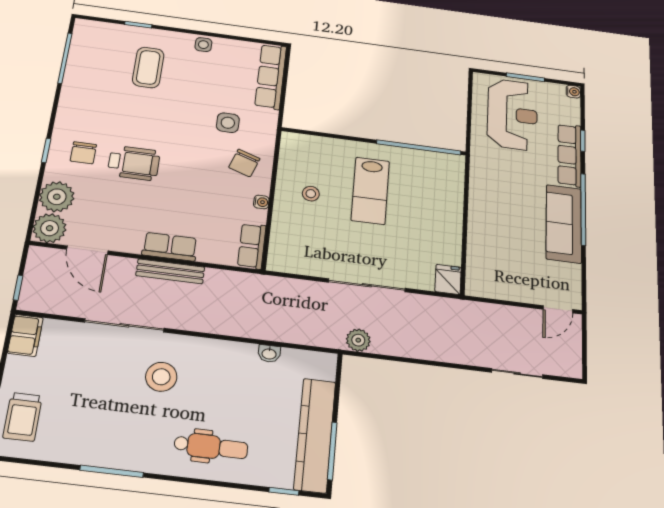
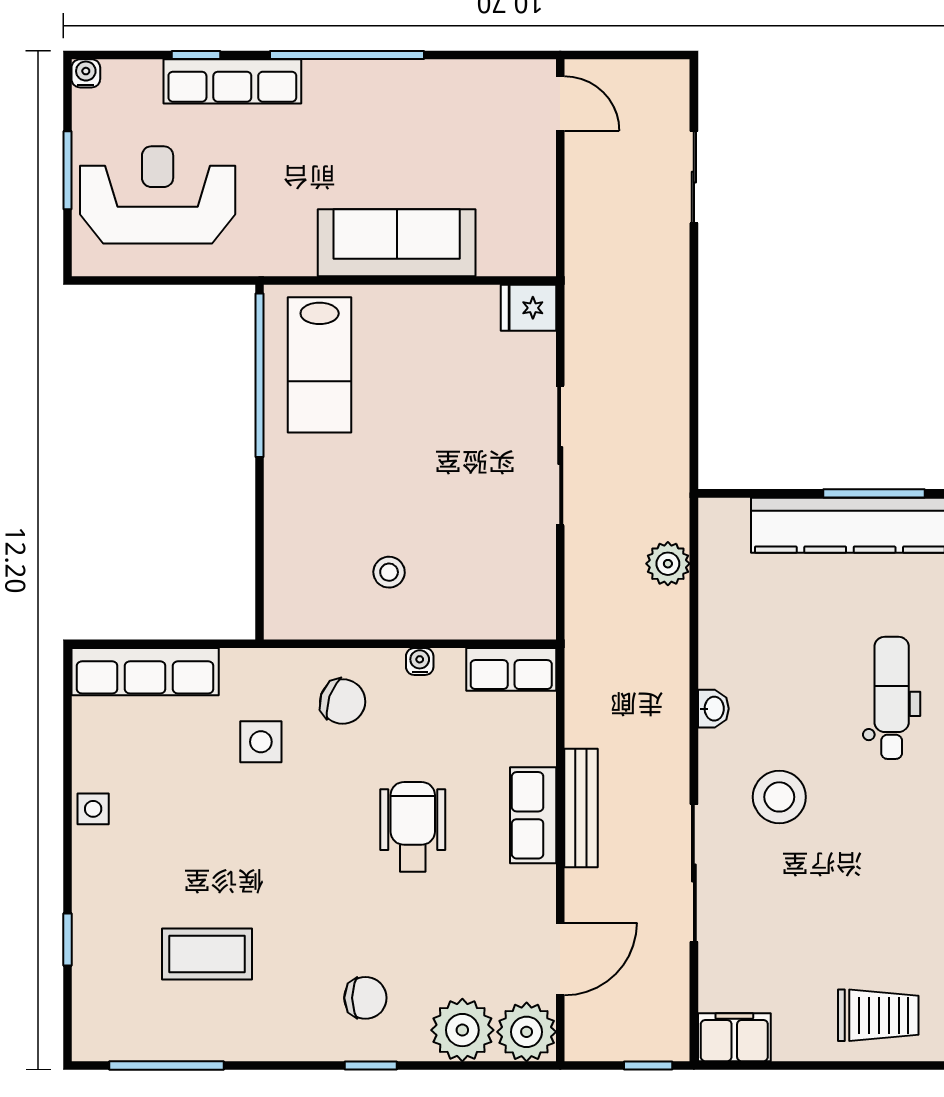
coffee table: (148, 67) -> (207, 954), moved
wheelchair: (134, 163) -> (413, 827), moved
lab bench: (370, 191) -> (320, 365), moved, turned 90
sofa: (564, 224) -> (397, 243), moved, turned 180
plant: (358, 340) -> (668, 564), moved
washbasin: (269, 354) -> (713, 709), moved

